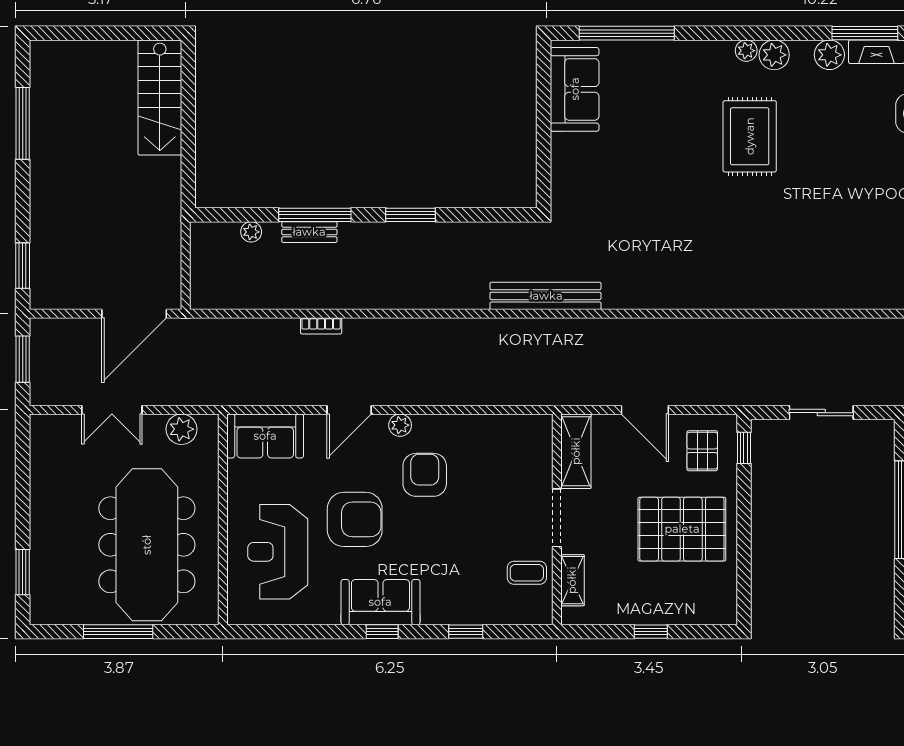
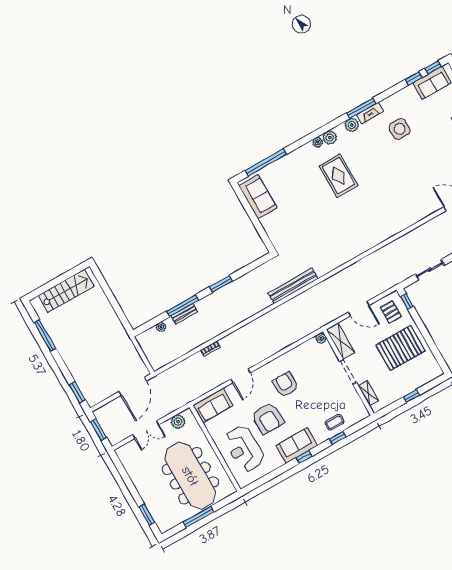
stairs: (160, 97) -> (66, 291), moved, turned -90
plant: (400, 425) -> (321, 338), moved
armchair: (355, 519) -> (268, 418), turned 89
coffee table: (527, 573) -> (335, 422), moved

